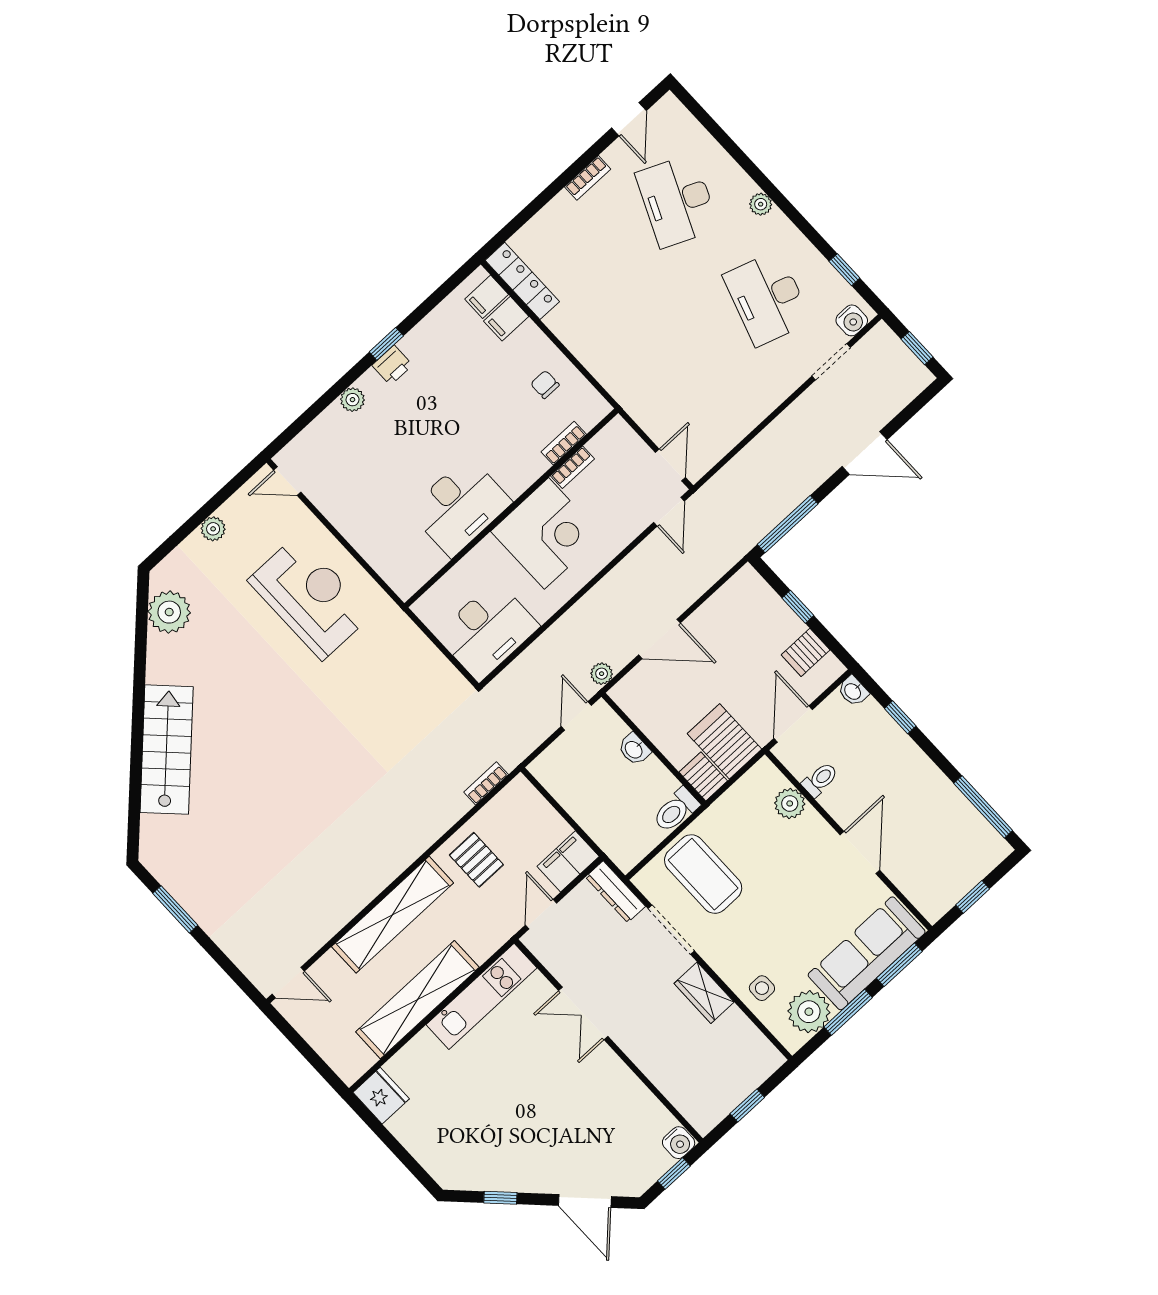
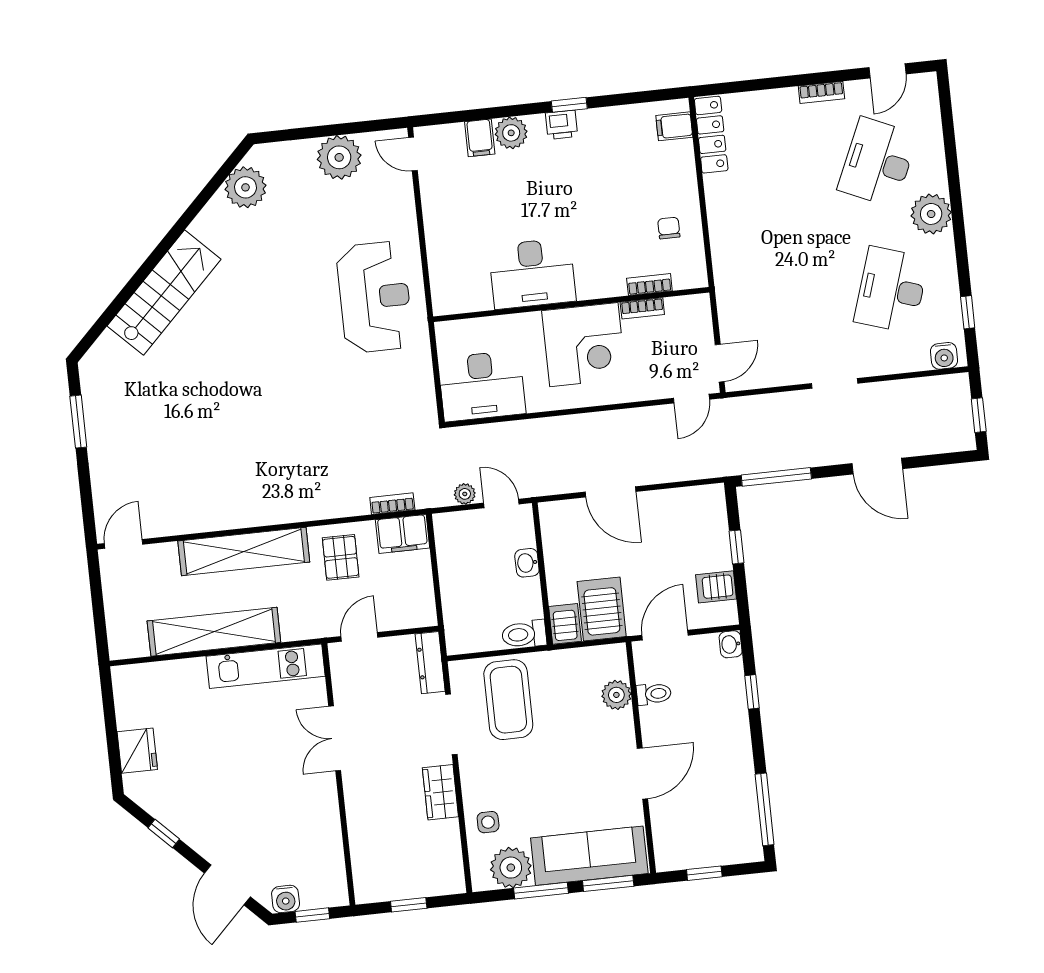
plant: (761, 204) -> (931, 214), width x1.87, depth x1.87
filing cabinet: (506, 319) -> (480, 138), moved, turned -90
doorway: (831, 362) -> (835, 383), moved
plant: (352, 400) -> (511, 133), width x1.38, depth x1.38
plant: (213, 529) -> (339, 157), width x1.88, depth x1.88
reception desk: (310, 597) -> (375, 297), moved
plant: (602, 674) -> (465, 494), moved
door: (576, 716) -> (501, 503), hinge flipped
filing cabinet: (568, 861) -> (403, 534), moved, turned 180
door: (288, 983) -> (124, 544), swing flipped
fridge: (381, 1096) -> (137, 751), moved
water cooler: (679, 1143) -> (286, 899), moved

